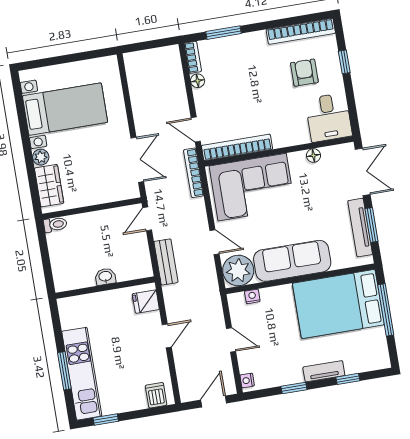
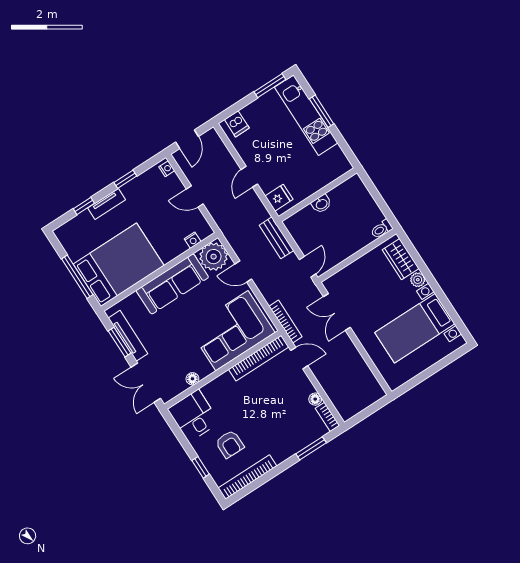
window: (106, 420) -> (270, 86), width x1.50

